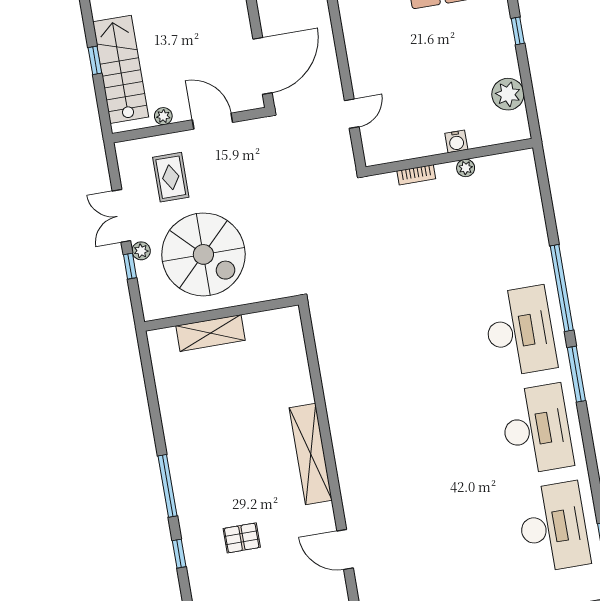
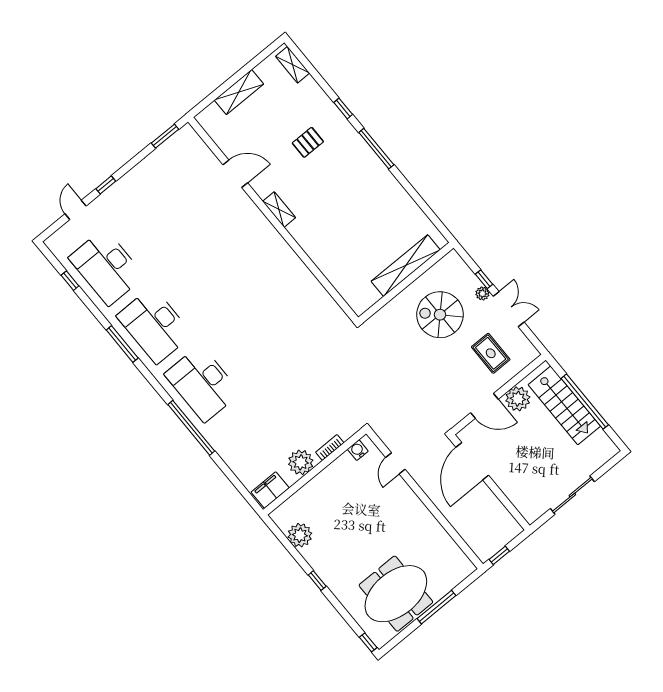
window: (95, 60) -> (585, 402), width x3.17
plant: (163, 116) -> (518, 399), width x1.88, depth x1.88
water cooler: (456, 141) -> (358, 450), moved
filing cabinet: (512, 165) -> (270, 490), added
plant: (466, 168) -> (301, 462), width x1.87, depth x1.87
spiral stairs: (203, 254) -> (440, 315), width x0.73, depth x0.73
shelving: (211, 333) -> (406, 266), width x1.47
window: (576, 374) -> (122, 344), moved
shelving: (311, 454) -> (279, 210), width x0.45, depth x0.75

